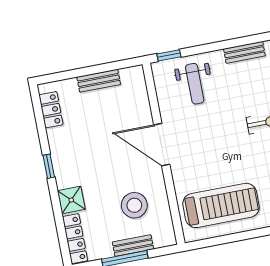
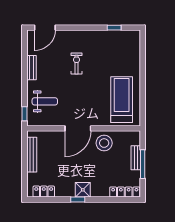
bench: (99, 81) -> (32, 155), width x1.36
shower: (71, 200) -> (83, 190), moved
stool: (134, 205) -> (104, 143), moved

